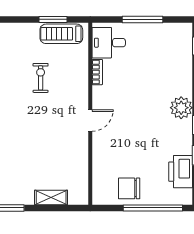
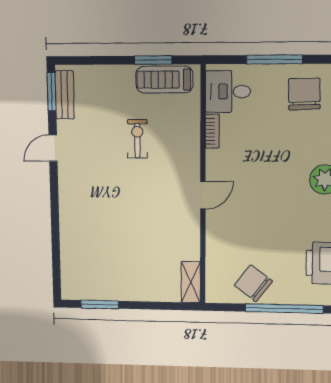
chair: (165, 45) -> (304, 94), added
chair: (129, 188) -> (253, 283), turned 37
shelving: (51, 197) -> (191, 282), moved, turned 90

